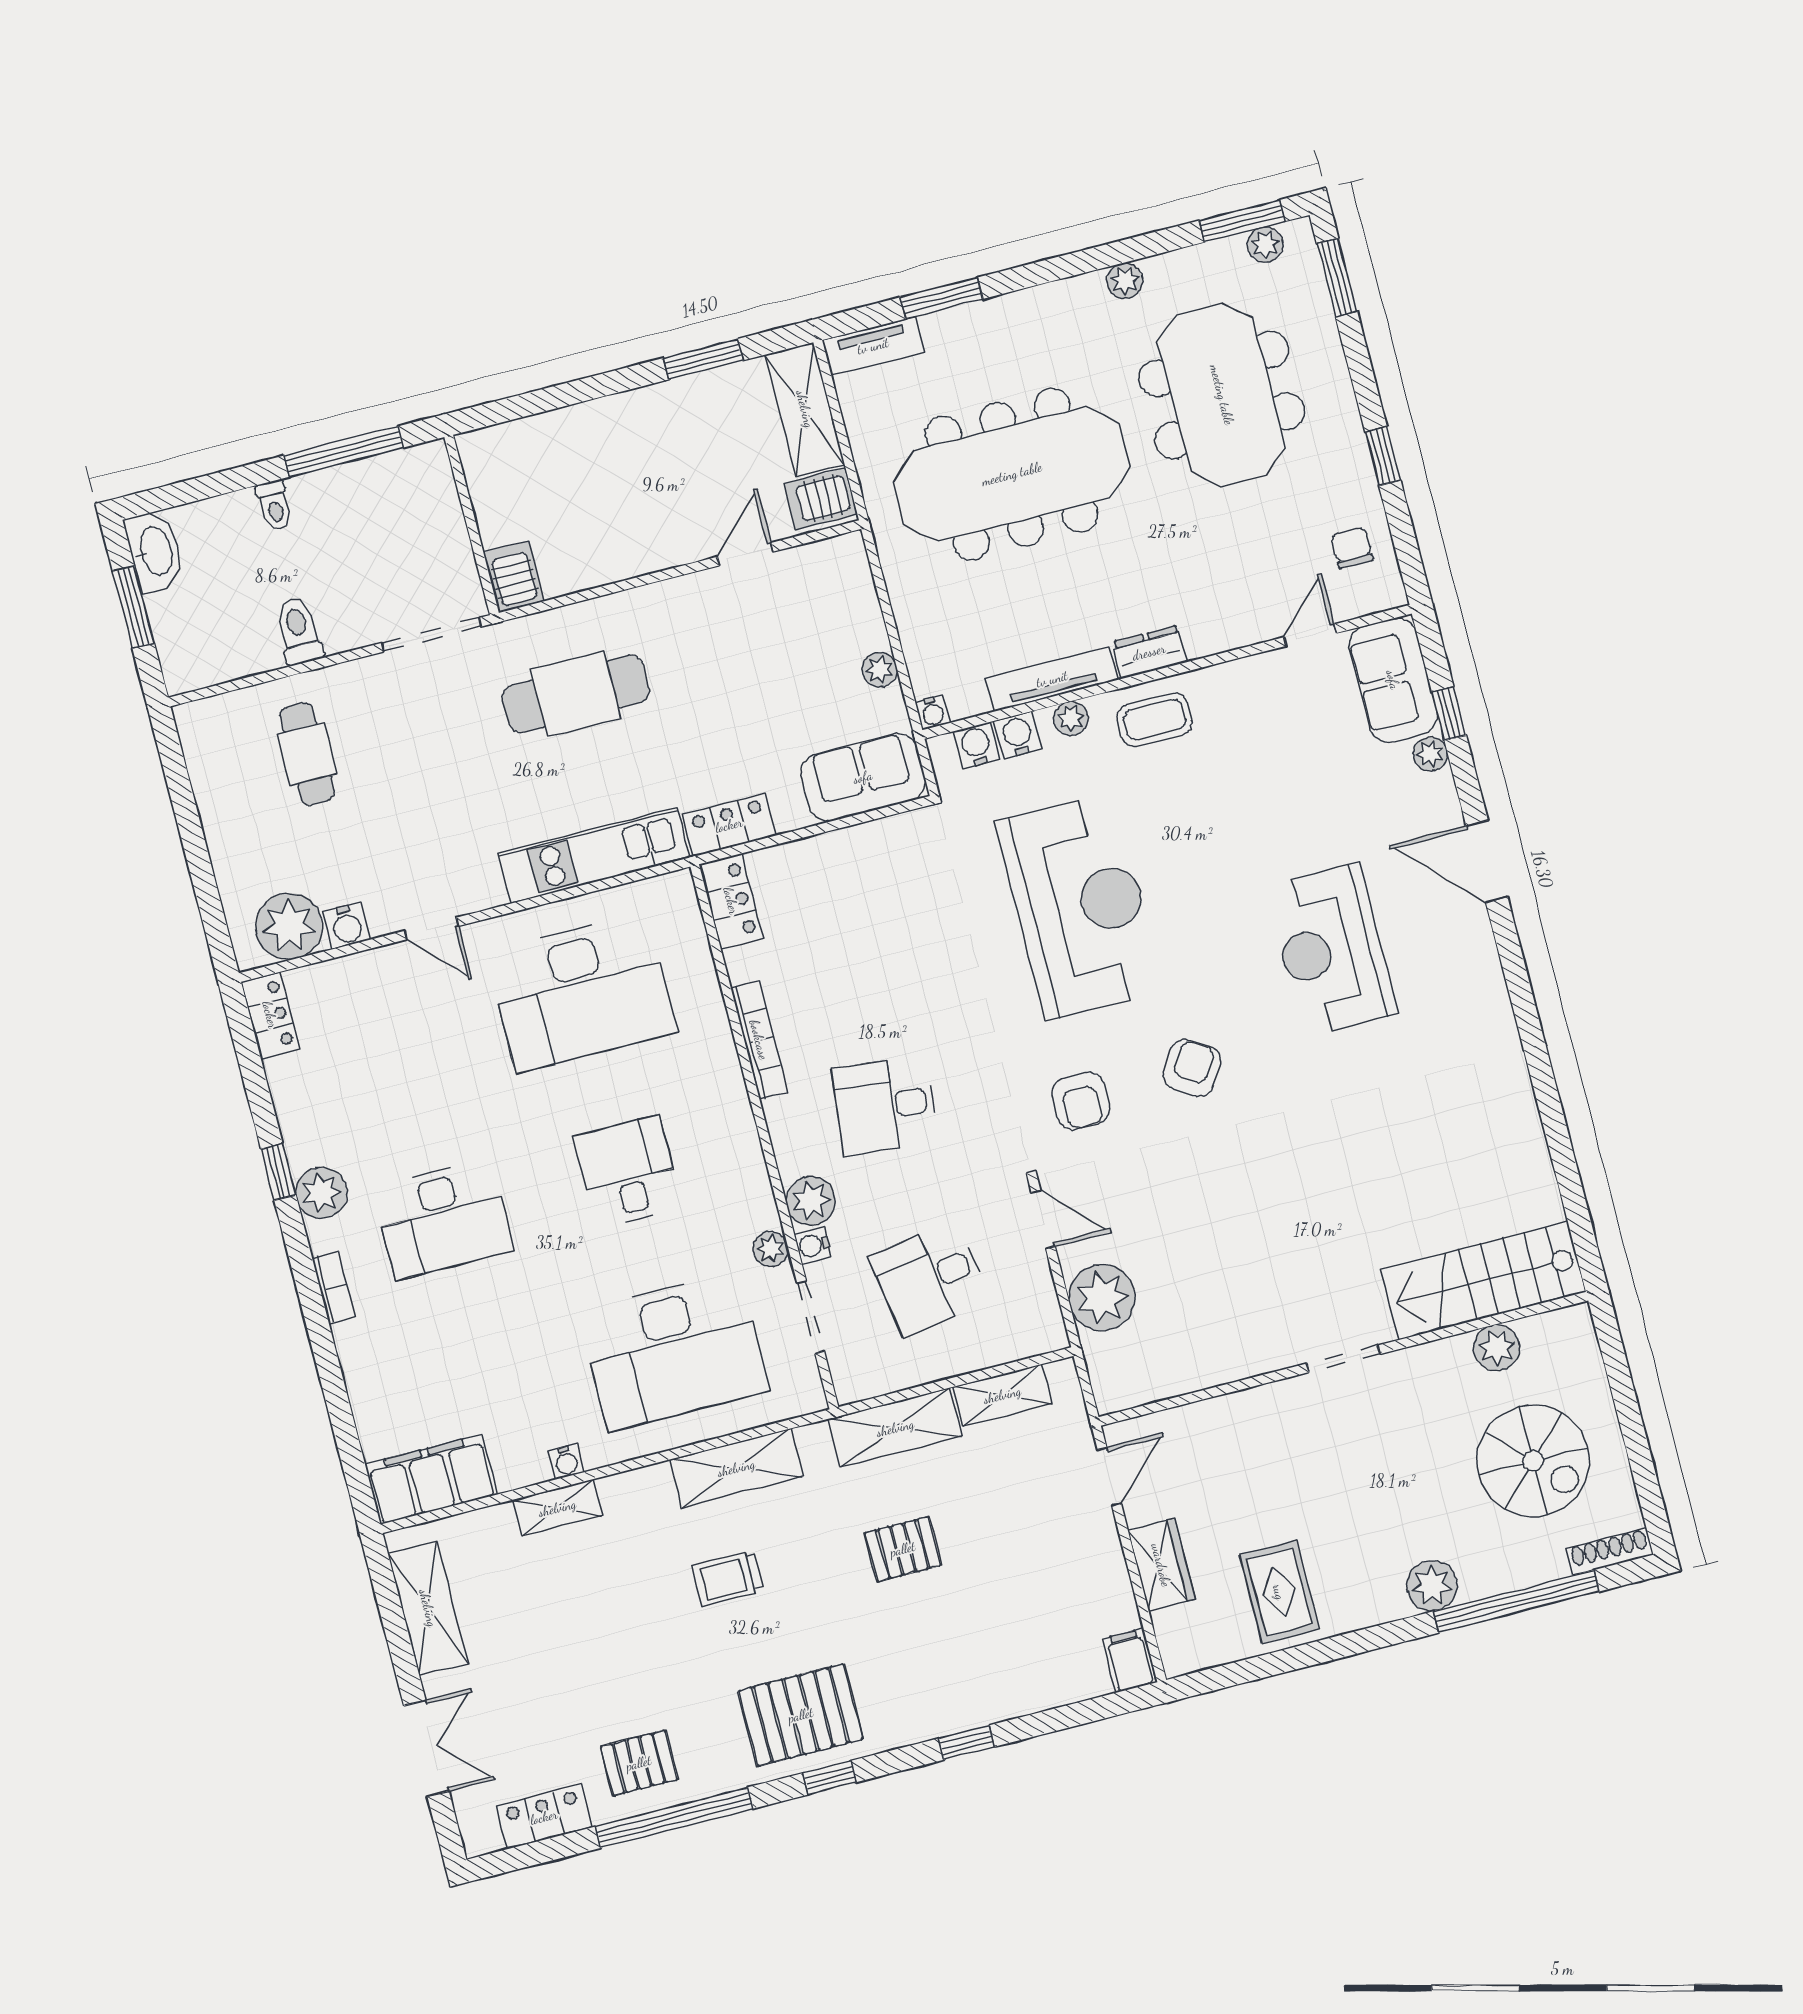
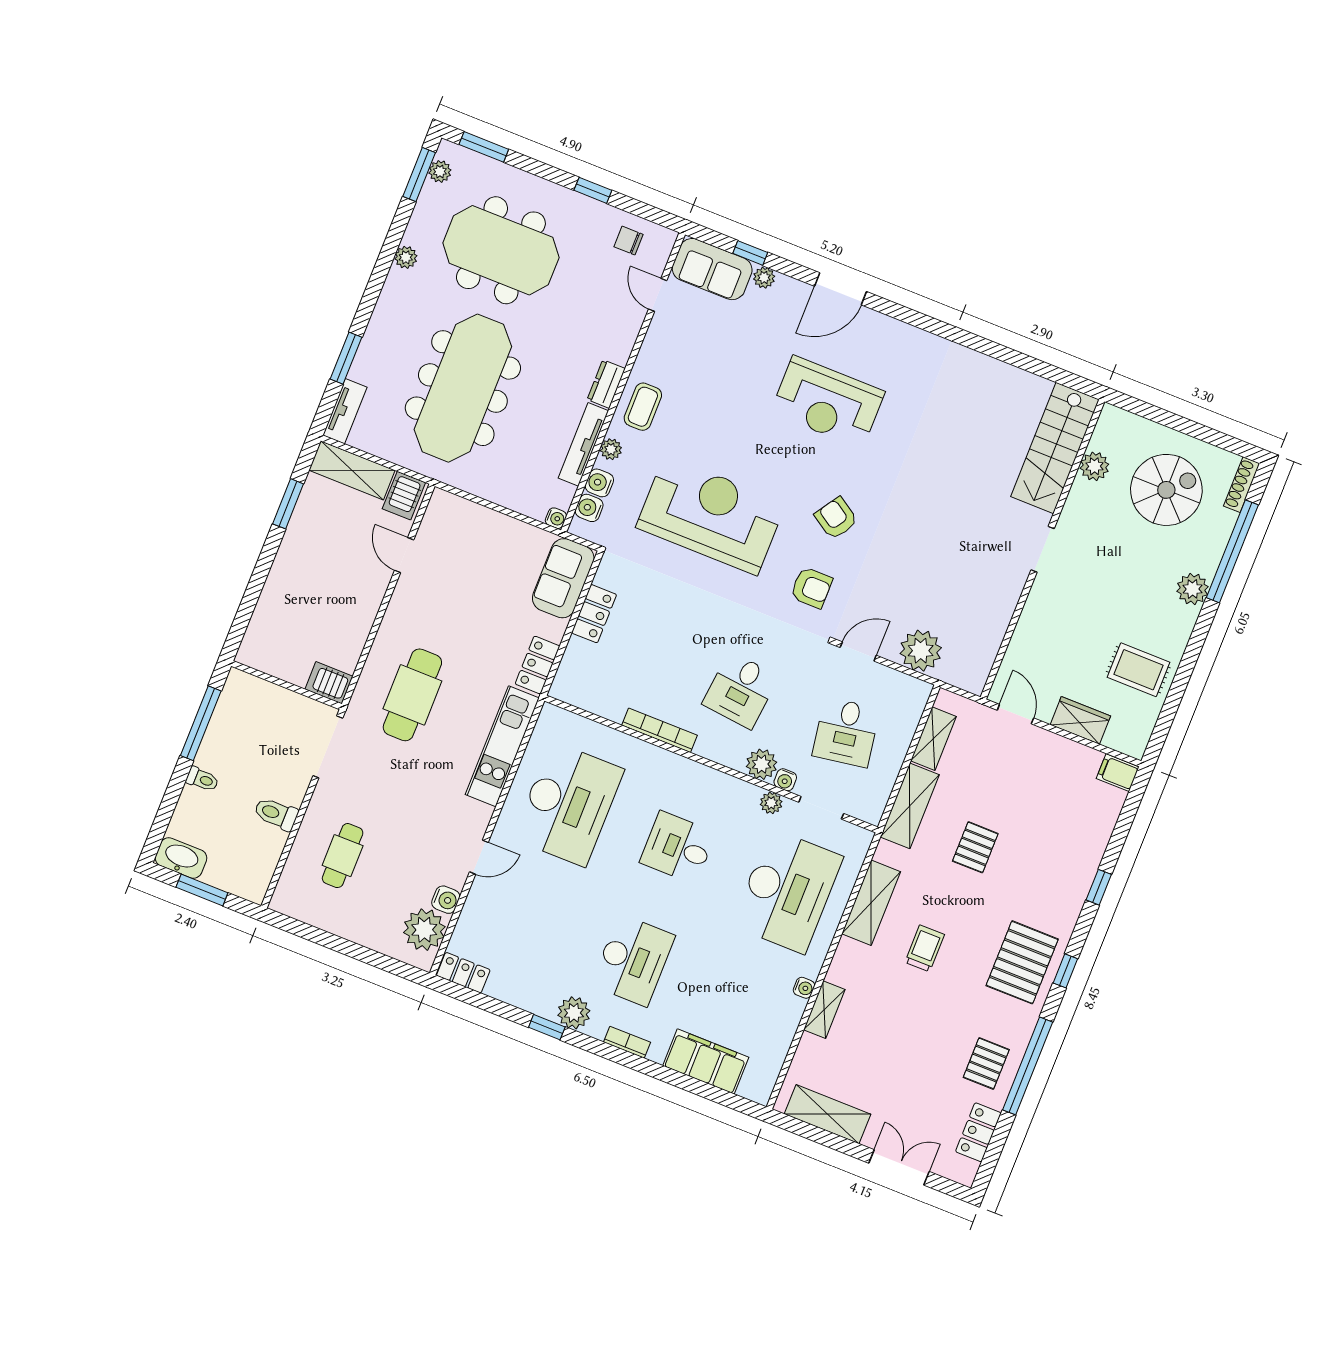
plant: (880, 670) -> (514, 529), removed
cafe table: (307, 754) -> (343, 856), turned 90
locker: (731, 901) -> (594, 614), moved, turned 90
filing cabinet: (431, 1479) -> (706, 1061), moved, turned 90
trolley: (728, 1578) -> (925, 948), turned 180

